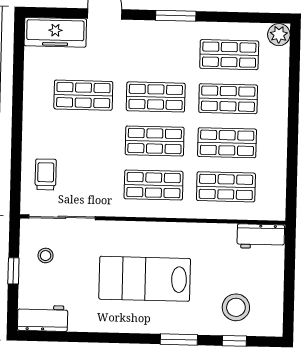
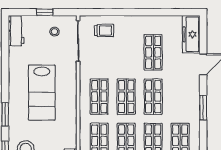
lab bench: (145, 279) -> (42, 93), turned 180

